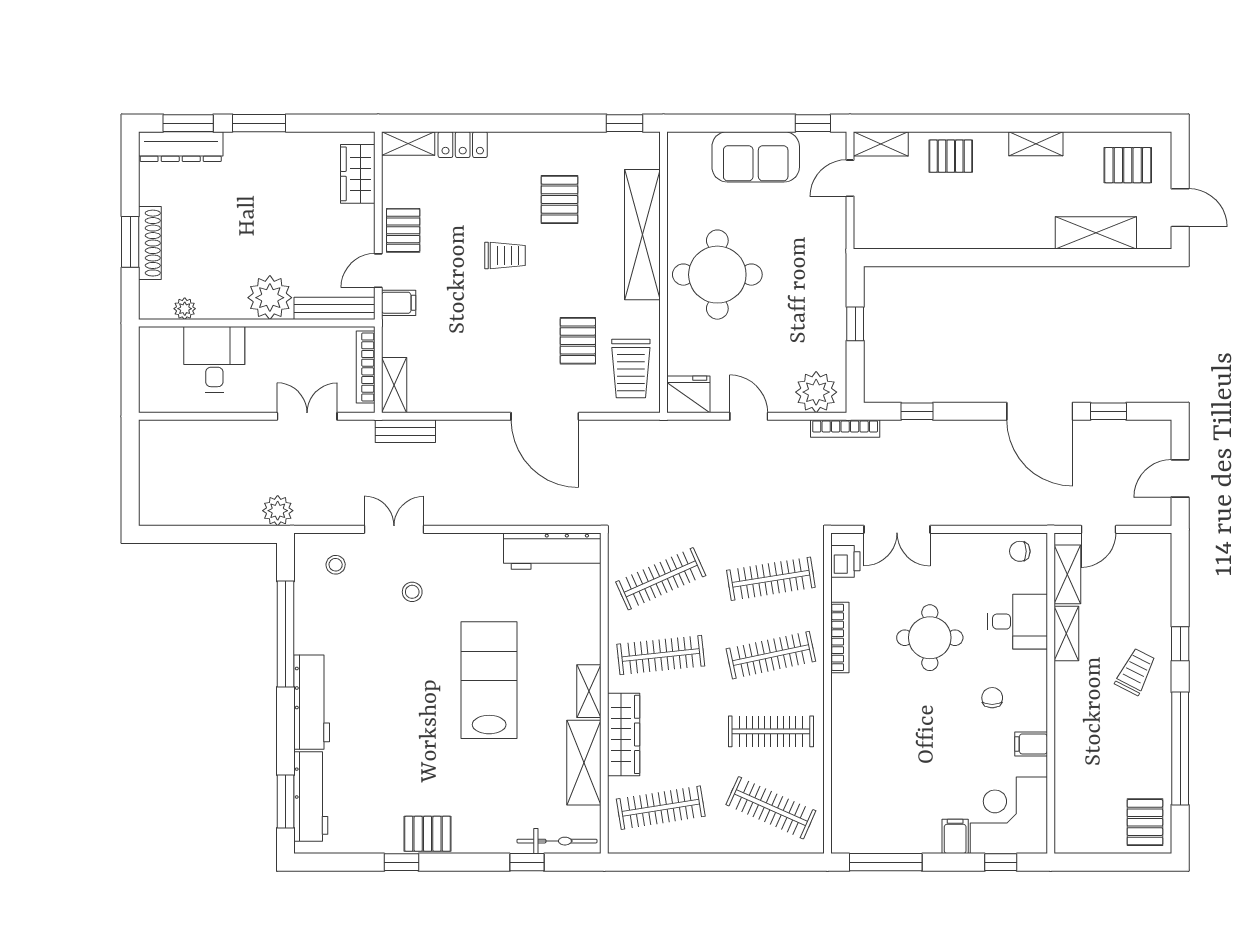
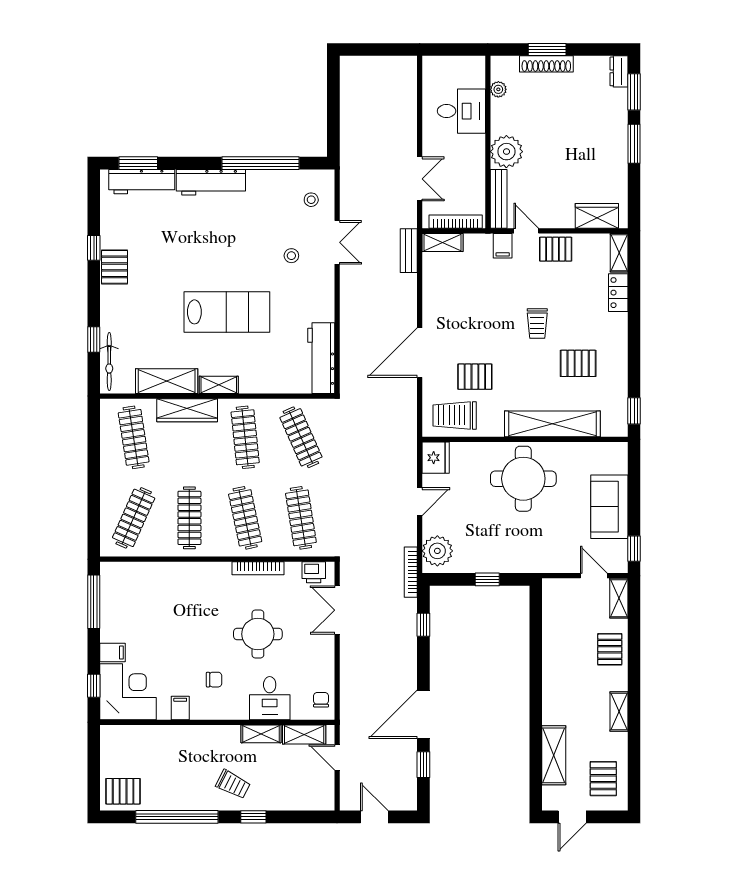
dresser: (181, 147) -> (619, 71), width x0.51, depth x0.80
plant: (278, 511) -> (351, 157), removed

